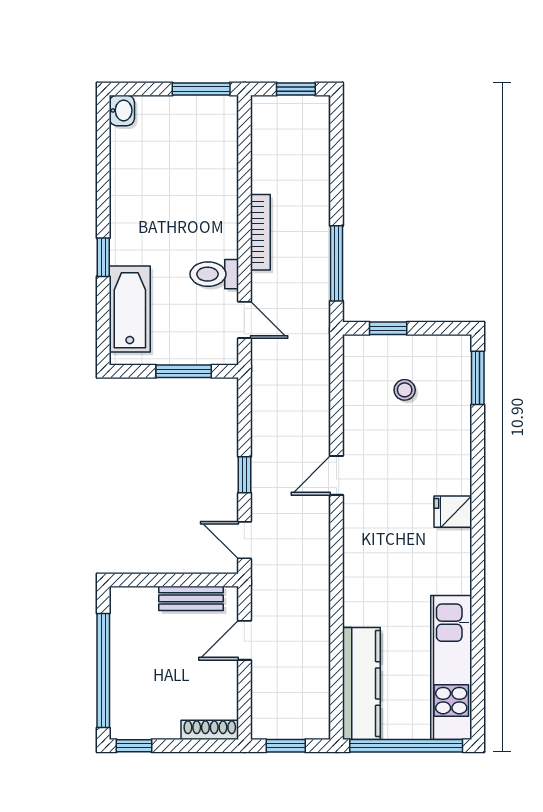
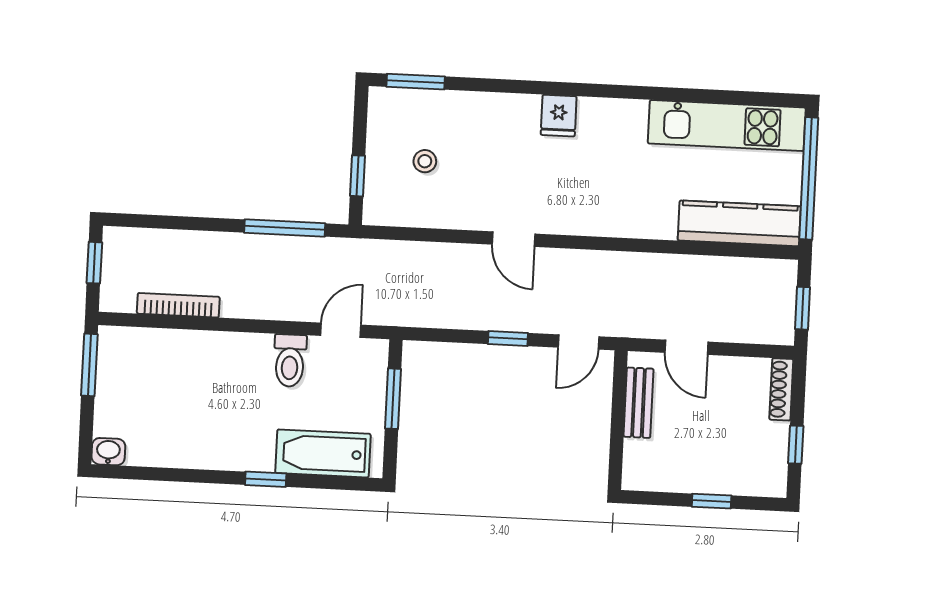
bookcase: (260, 232) -> (178, 305), moved
window: (103, 670) -> (712, 501), width x0.32
window: (134, 746) -> (796, 445), moved

